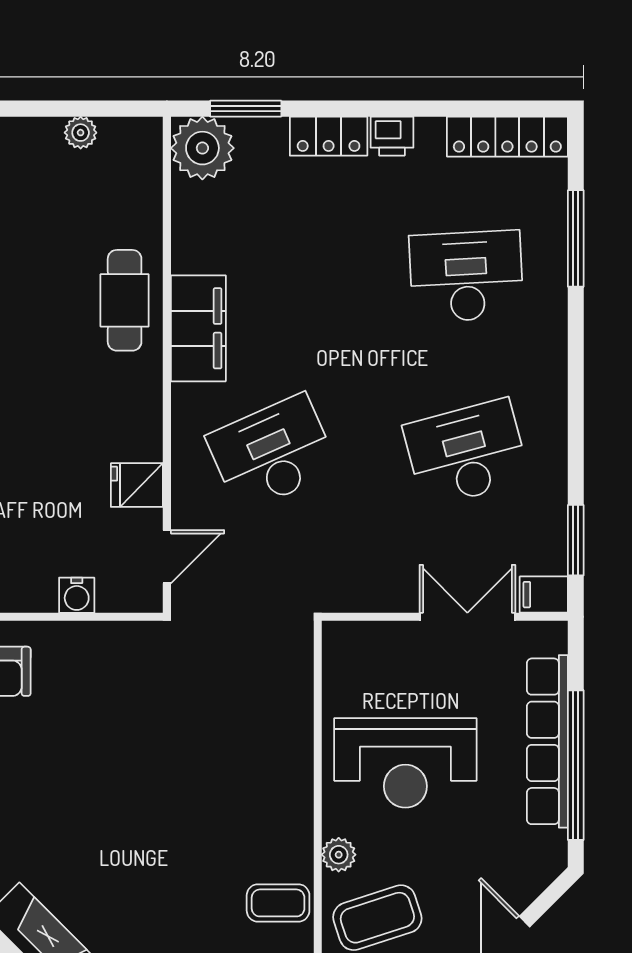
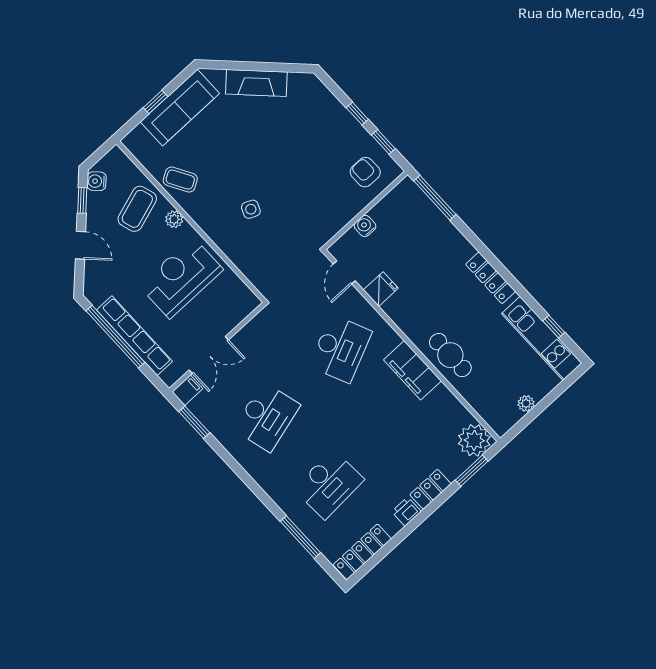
side table: (217, 768) -> (251, 209), added
coffee table: (278, 903) -> (180, 180), turned 60

